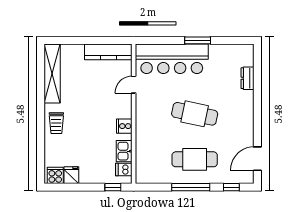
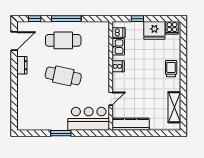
bar counter: (172, 59) -> (89, 119), width x0.73
shelving: (52, 74) -> (174, 107), width x0.68
dresser: (248, 78) -> (22, 65), moved
fridge: (71, 175) -> (154, 30), width x1.88, depth x1.34
window: (113, 187) -> (137, 19), moved

